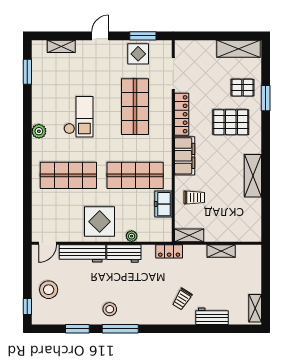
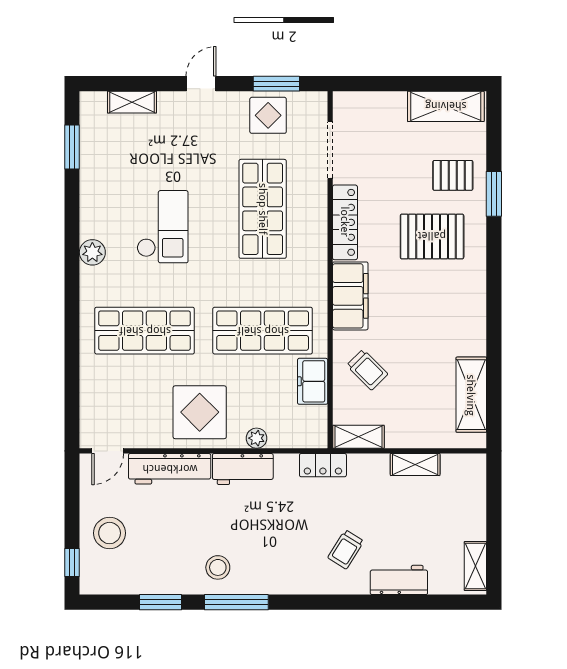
shelving: (253, 176) -> (471, 395), moved
trolley: (194, 197) -> (367, 370), turned 45

